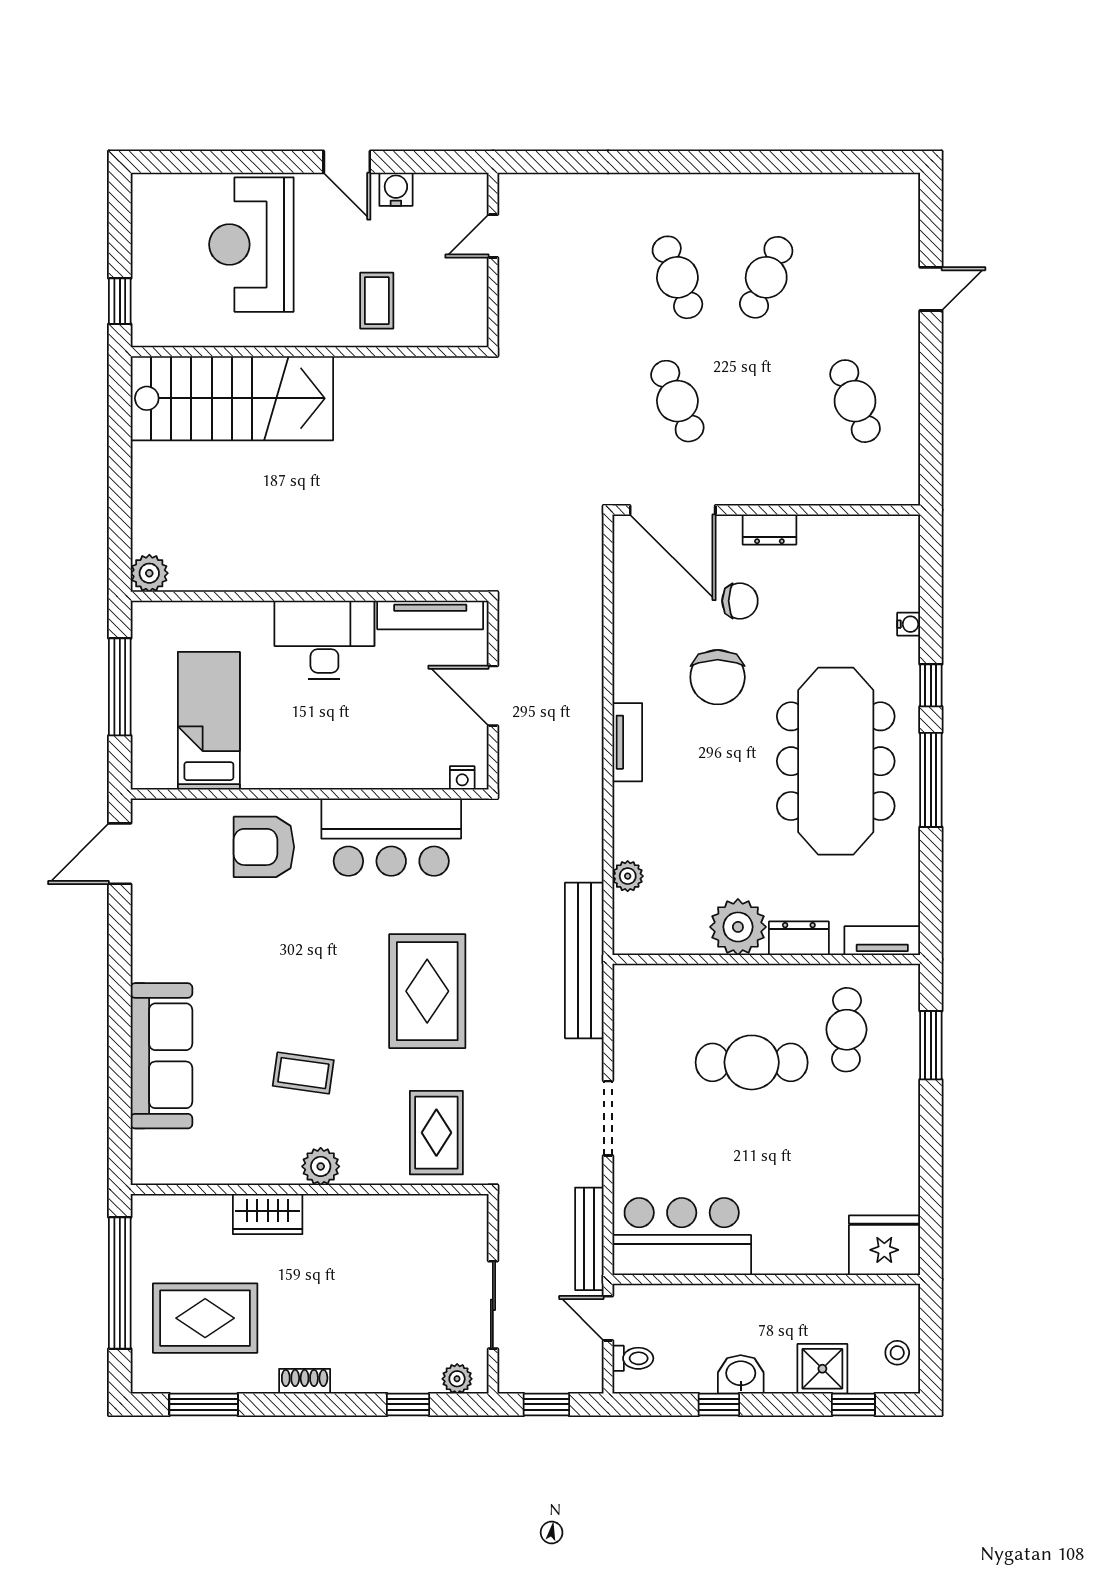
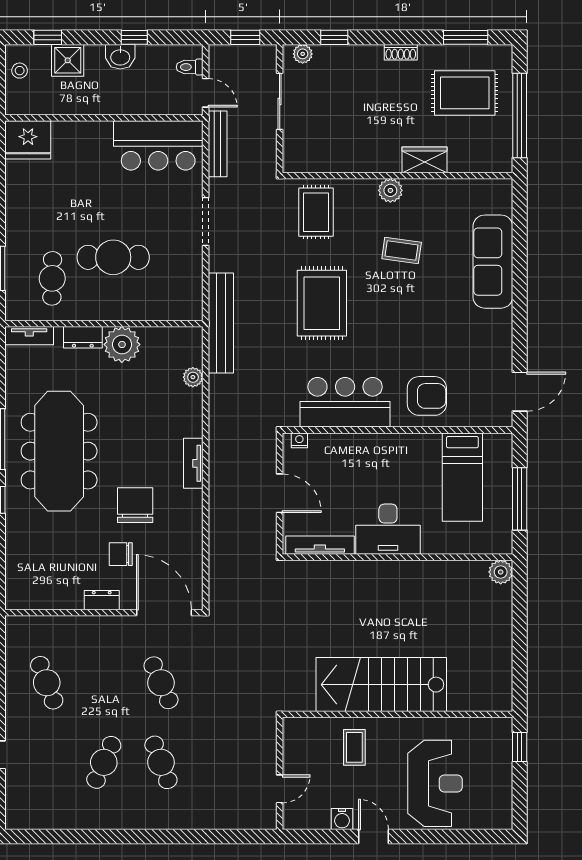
stairs: (232, 398) -> (381, 685), moved
water cooler: (909, 624) -> (12, 539), removed

